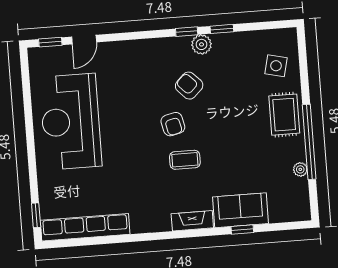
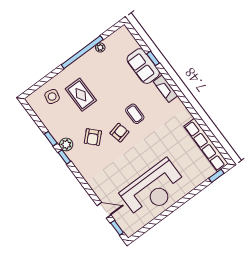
rug: (284, 115) -> (81, 95), moved, turned 90

